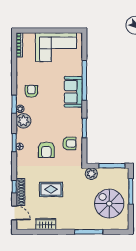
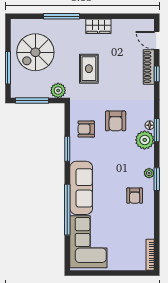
corner sofa: (56, 47) -> (88, 242), moved, turned 90
sofa: (73, 92) -> (81, 188), width x1.36
plant: (23, 121) -> (145, 140), moved
armchair: (46, 150) -> (116, 121), turned 180
rug: (51, 189) -> (89, 69), moved, turned 90
spiral stairs: (109, 204) -> (35, 52), turned 90
wardrobe: (46, 224) -> (98, 26), moved

